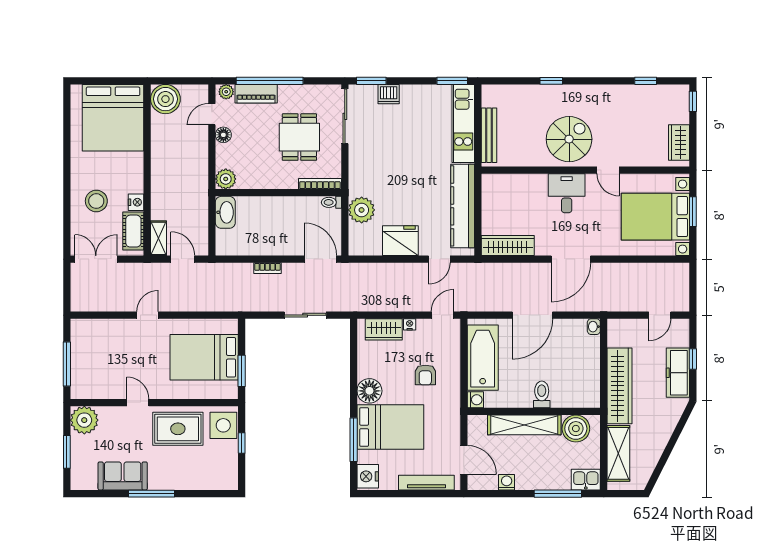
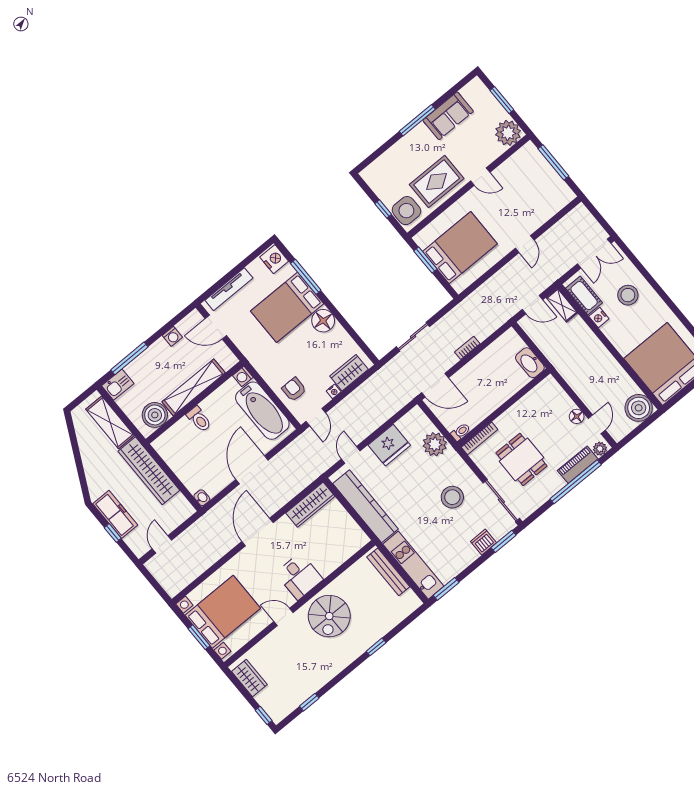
stool: (383, 153) -> (452, 497), added
plant: (226, 179) -> (549, 387), removed
armchair: (425, 375) -> (294, 389), moved

